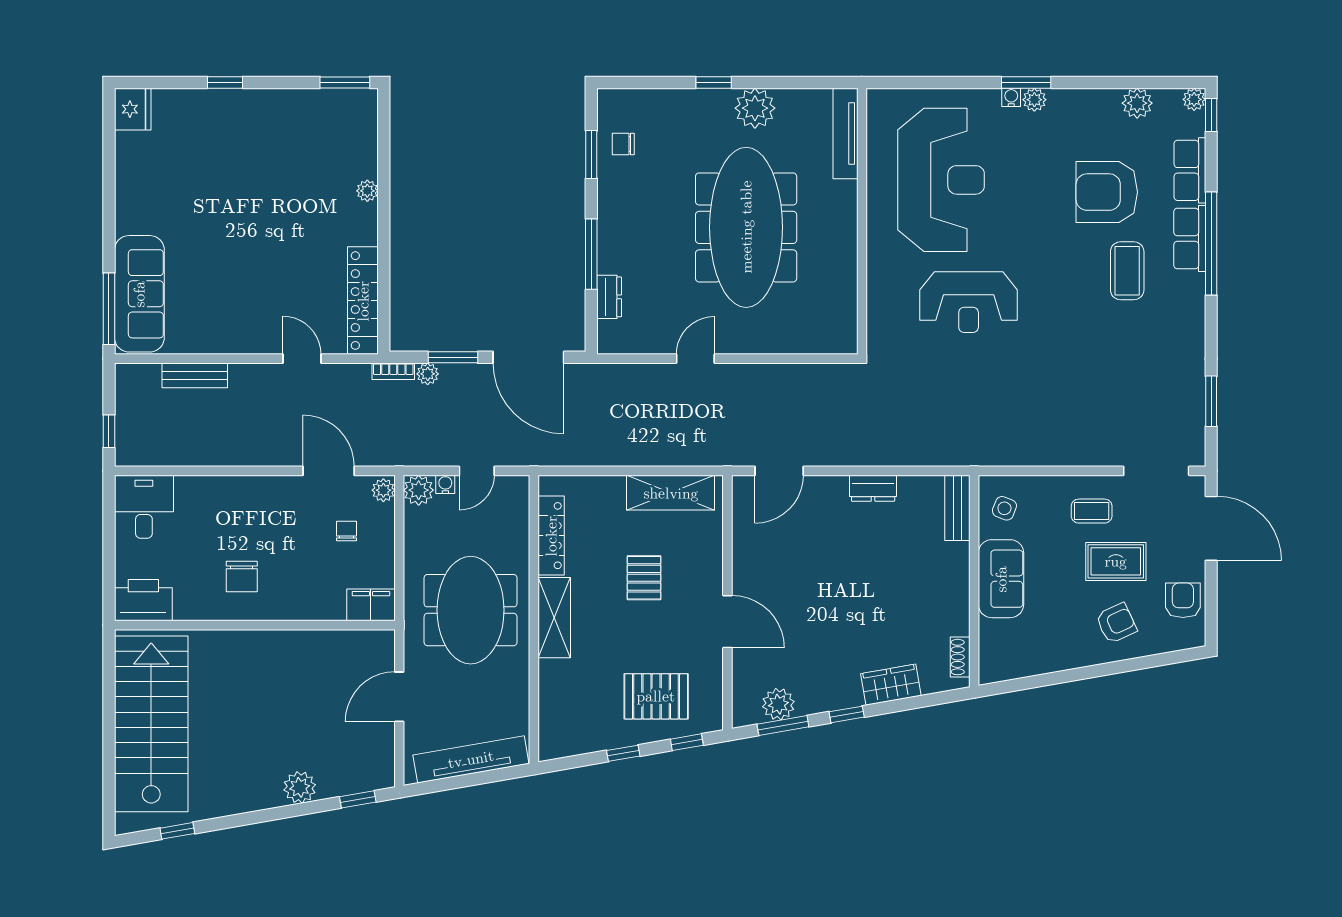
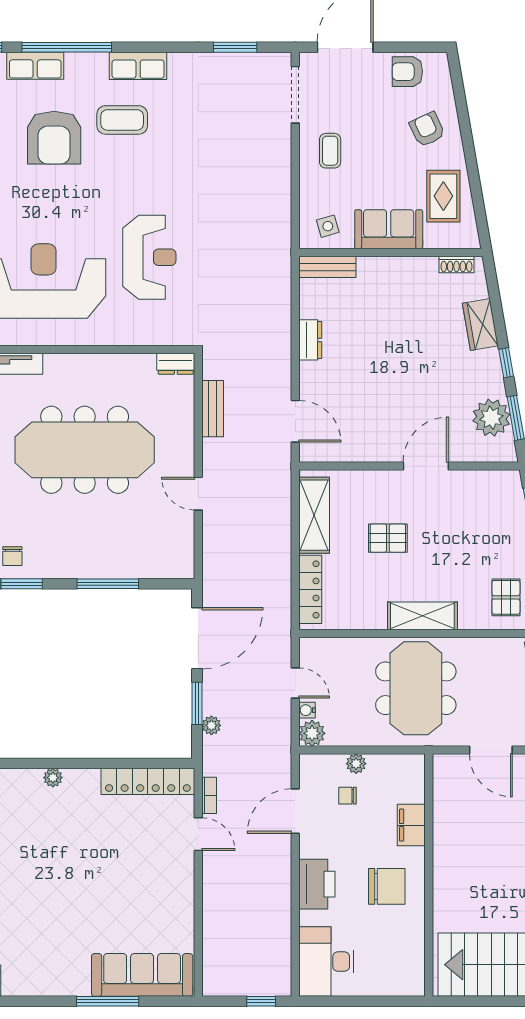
row of seats: (1190, 238) -> (138, 66), moved
window: (1211, 244) -> (67, 47), moved
dresser: (609, 297) -> (176, 364), moved, turned 180
window: (109, 309) -> (108, 1001), moved
door: (302, 359) -> (198, 834), swing flipped
bookcase: (393, 371) -> (209, 795), moved
bench: (195, 375) -> (213, 409), moved
plant: (383, 490) -> (356, 764), moved
desk: (144, 507) -> (326, 962), width x1.37
side table: (1004, 508) -> (328, 226), turned -37
locker: (551, 536) -> (310, 589), moved, turned 90
rug: (1116, 561) -> (443, 196), moved
chair: (242, 577) -> (387, 886), width x1.37, depth x1.37
printer: (143, 600) -> (317, 884), moved, turned 180
filing cabinet: (371, 605) -> (411, 825), moved
meeting table: (471, 610) -> (416, 688), turned 90
pallet: (656, 696) -> (506, 597), moved, width x0.67, depth x0.71
plant: (778, 704) -> (491, 418), width x1.36, depth x1.36

